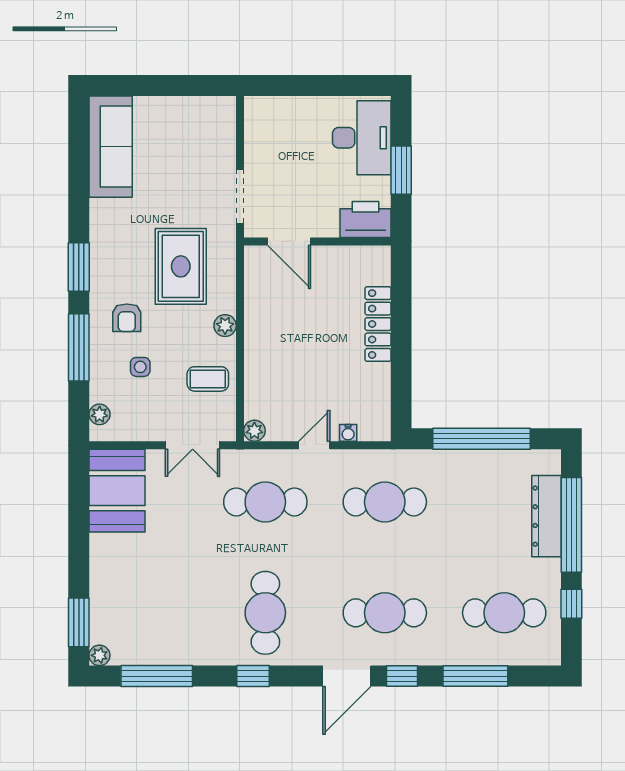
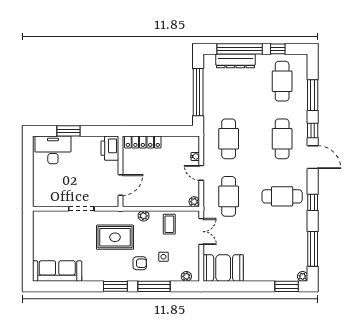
printer: (366, 219) -> (110, 148), moved
door: (289, 241) -> (120, 185), moved
wall: (317, 241) -> (120, 171), moved

